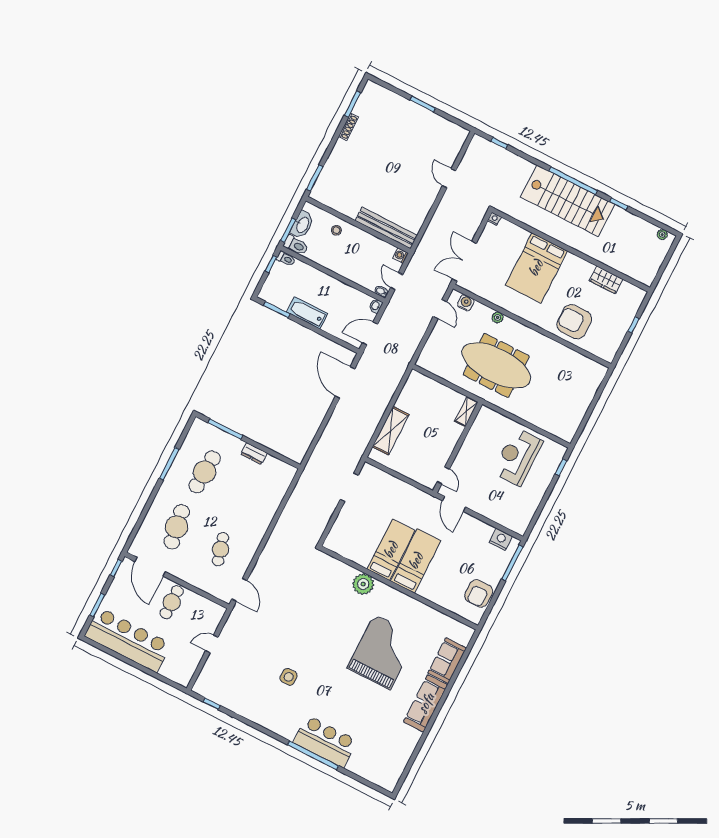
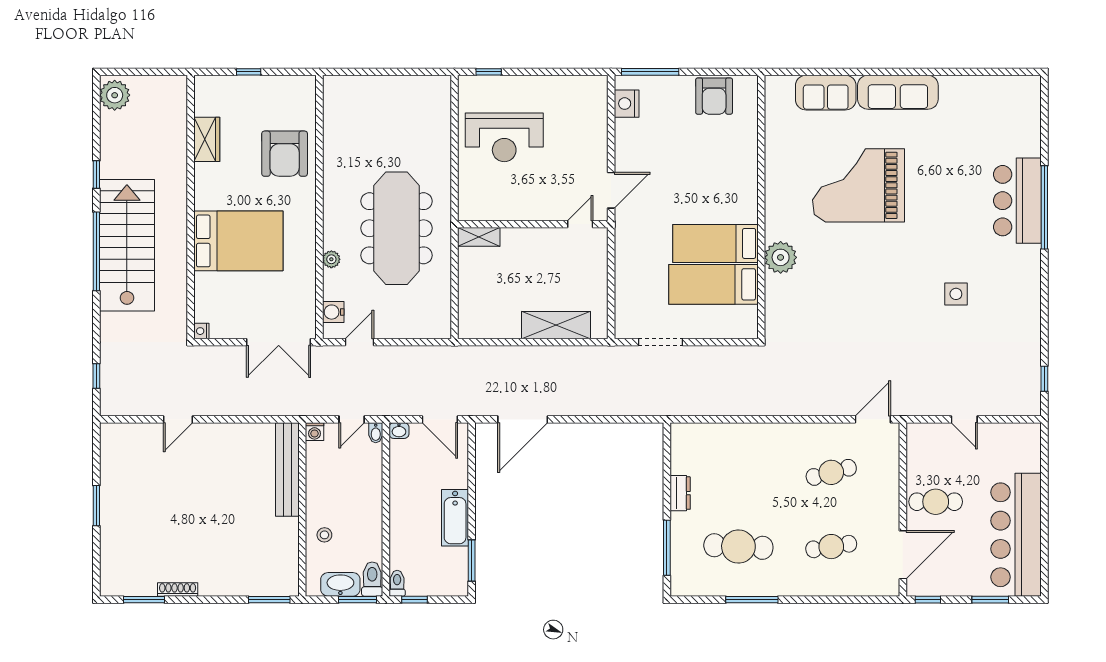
plant: (662, 234) -> (115, 95), width x1.87, depth x1.87
cafe table: (177, 527) -> (831, 547), width x0.73, depth x0.74
bed: (416, 561) -> (713, 284), moved
armchair: (479, 593) -> (714, 96), turned 90

